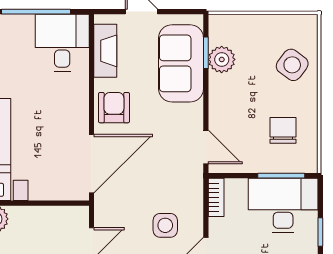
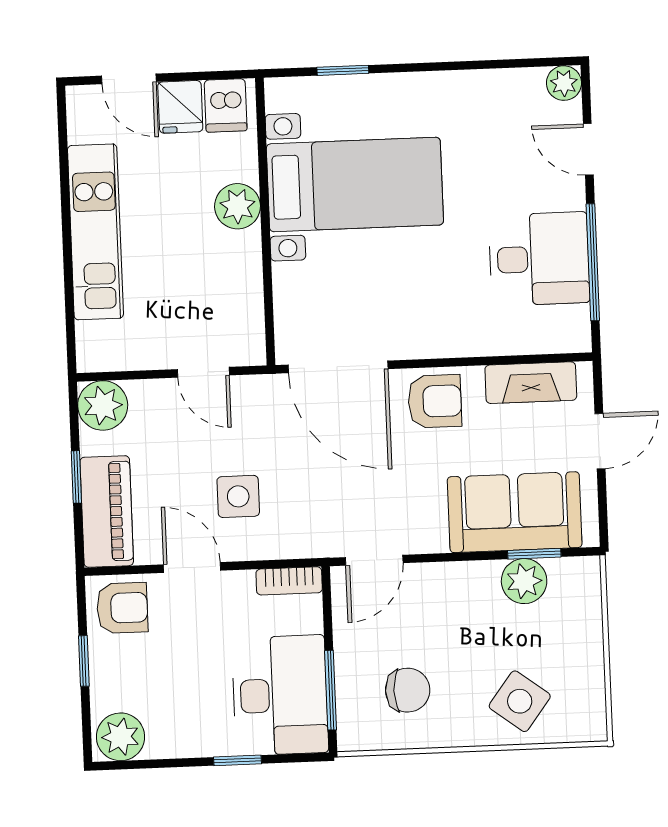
desk: (62, 43) -> (539, 259), moved

